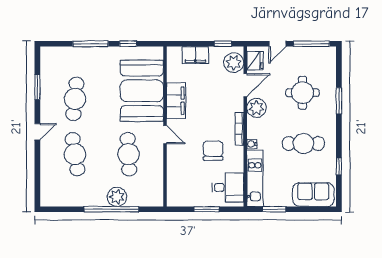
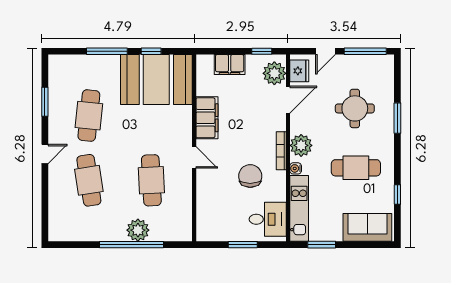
booth: (142, 91) -> (156, 80), moved, turned 90
plant: (256, 108) -> (301, 145), moved

